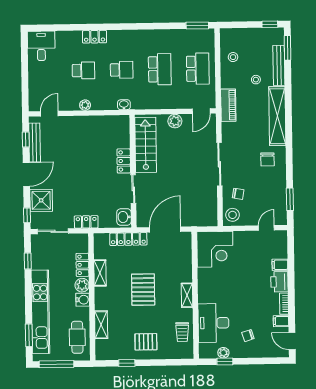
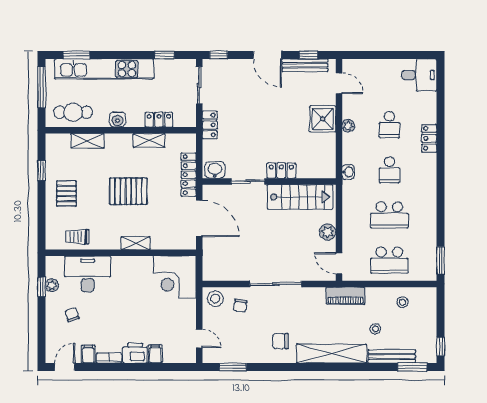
shower: (41, 200) -> (323, 119), moved
plant: (82, 285) -> (135, 119), removed
shelving: (187, 295) -> (136, 243), moved

